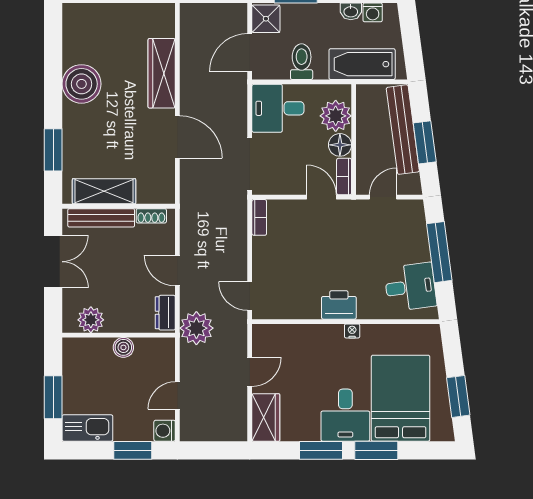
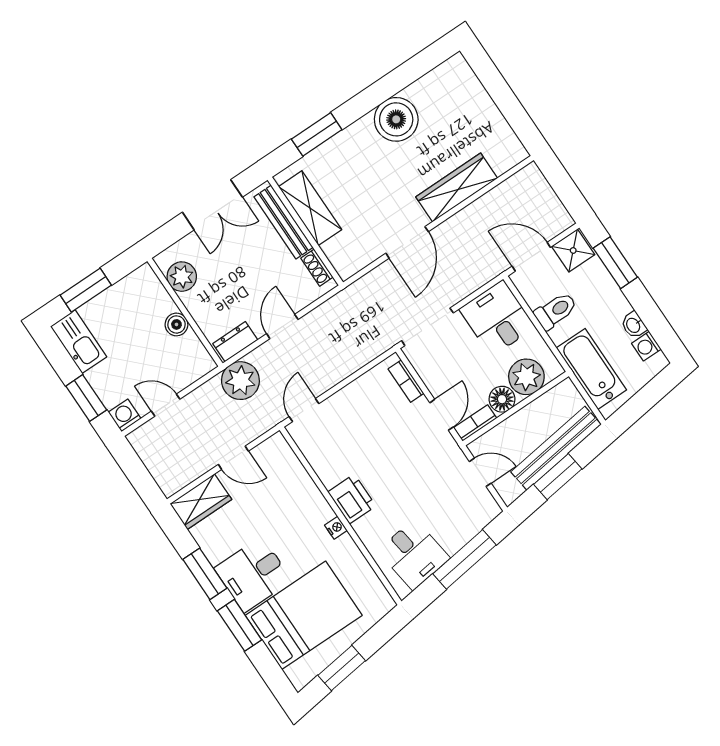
bookcase: (259, 217) -> (406, 381), moved, turned 90

